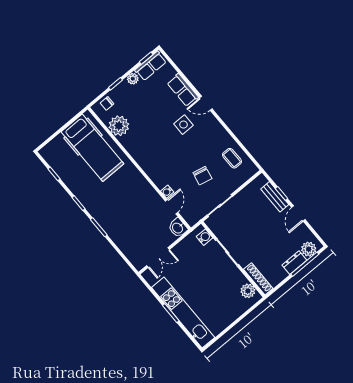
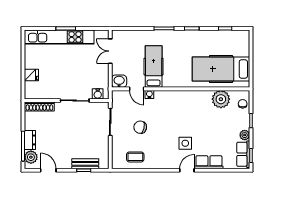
hospital bed: (140, 208) -> (154, 67), added
door: (298, 213) -> (48, 170), moved
plant: (248, 291) -> (37, 93), removed
fridge: (237, 309) -> (31, 75), added

